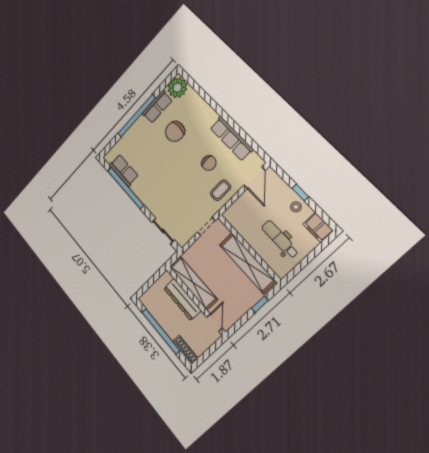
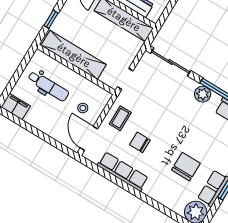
window: (300, 192) -> (41, 135), removed
plant: (144, 194) -> (203, 94), added
stool: (296, 207) -> (83, 108), moved
sliding door: (163, 231) -> (171, 62), width x1.37

